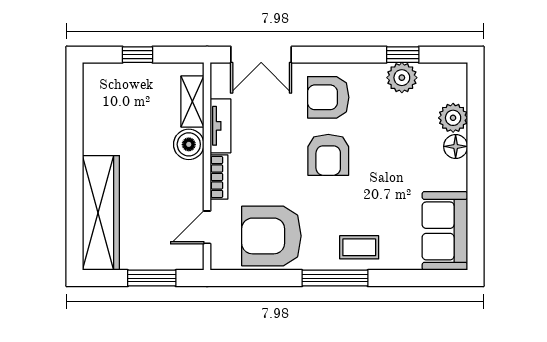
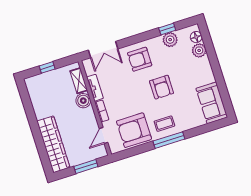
floor lamp: (456, 146) -> (196, 37), moved
armchair: (328, 155) -> (162, 87), moved
coffee table: (359, 247) -> (164, 124), moved

